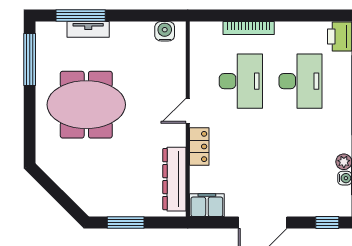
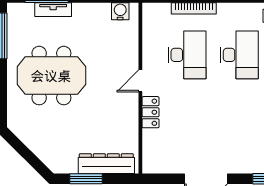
dresser: (174, 179) -> (106, 164), moved, turned 90
filing cabinet: (207, 205) -> (157, 164), removed

